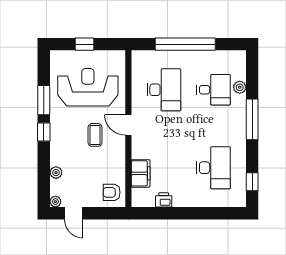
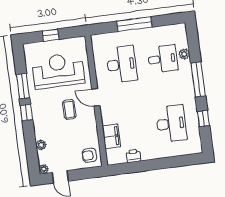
window: (185, 44) -> (134, 24), width x0.68
window: (252, 182) -> (203, 119), moved

